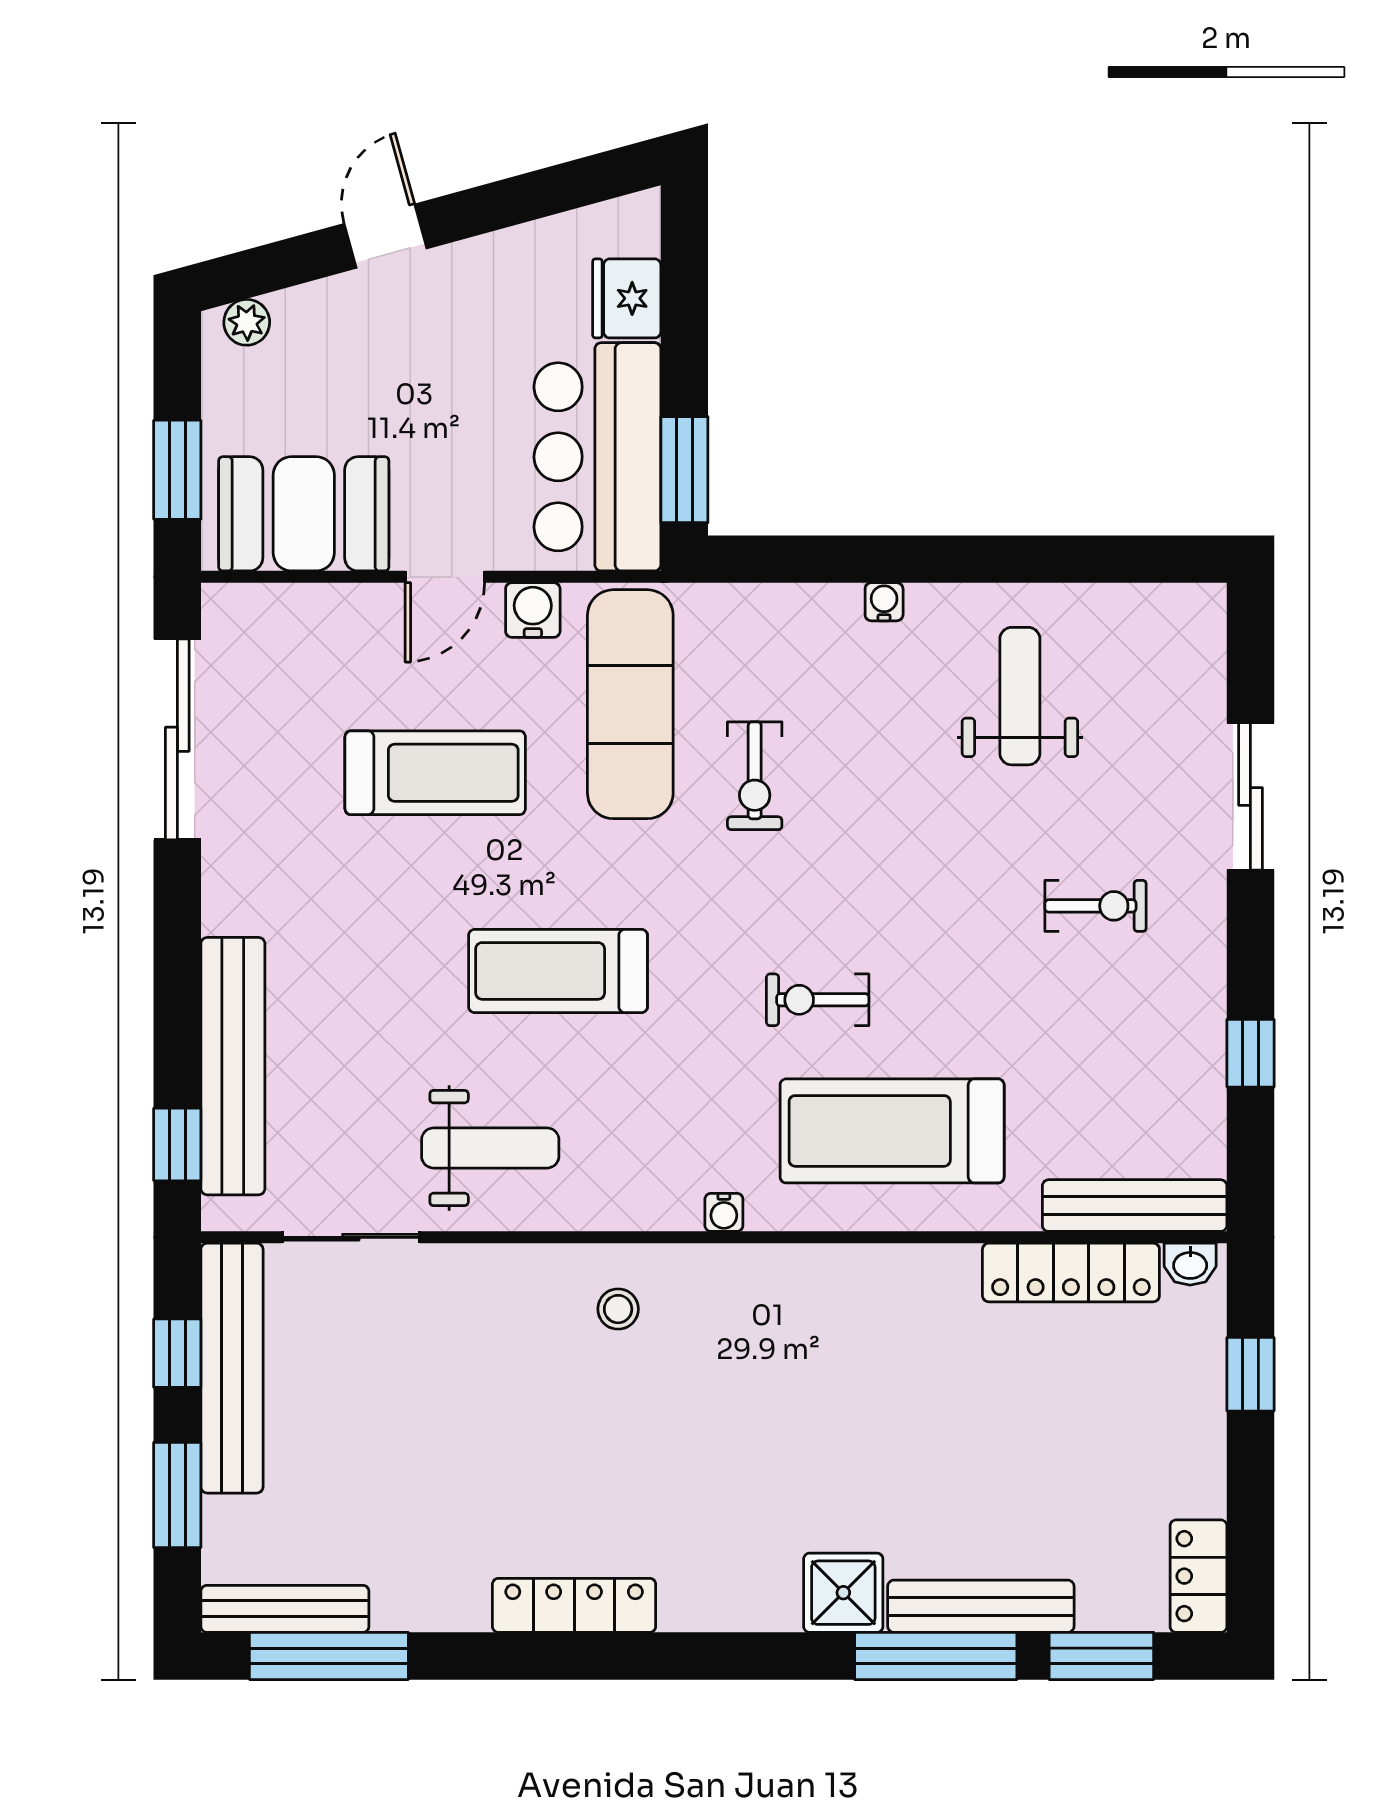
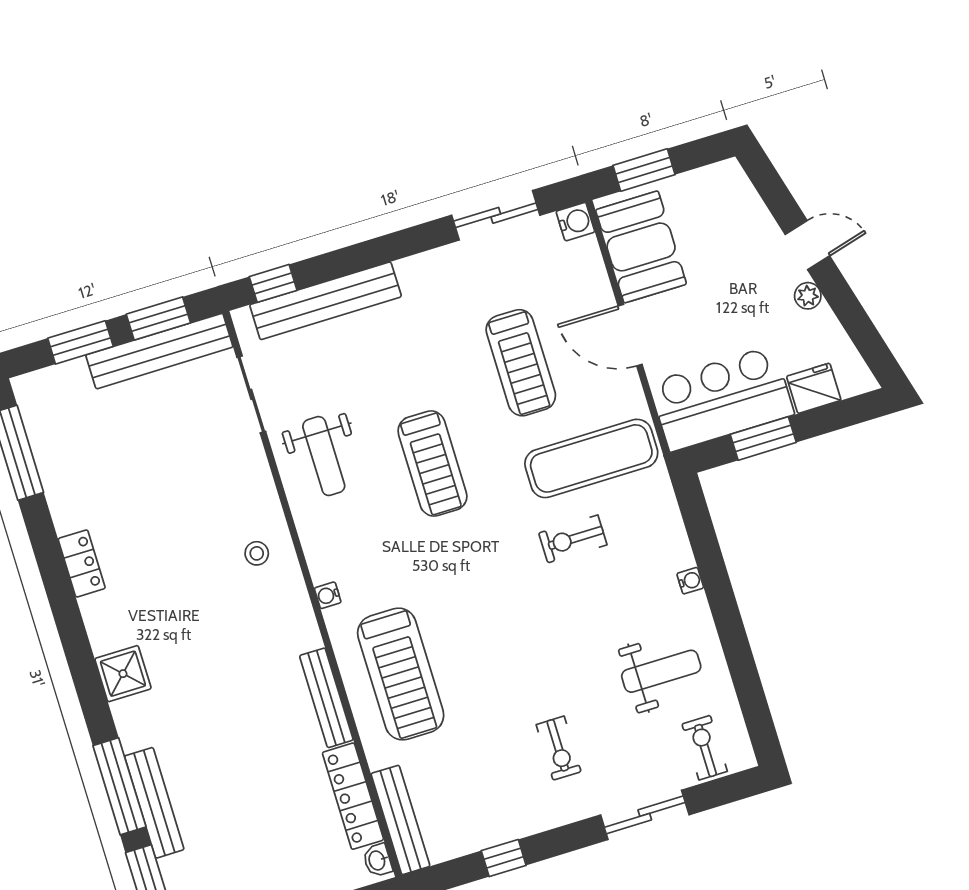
plant: (247, 322) -> (808, 296), moved
window: (684, 470) -> (763, 438), moved
door: (445, 577) -> (630, 335), width x1.38
water cooler: (533, 610) -> (575, 222), moved
sliding door: (177, 739) -> (496, 215), width x0.73
treadmill: (558, 971) -> (432, 464), turned 180
exercise bike: (818, 1000) -> (705, 748), moved
treadmill: (892, 1131) -> (401, 674), turned 180
window: (177, 1353) -> (158, 318), width x1.50
shower: (843, 1593) -> (123, 674), moved
locker: (574, 1605) -> (82, 563), width x0.66
bench: (285, 1609) -> (326, 698), moved

